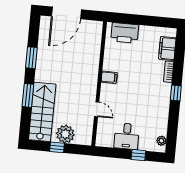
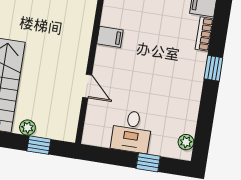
plant: (65, 134) -> (27, 128), width x0.53, depth x0.53
window: (57, 147) -> (39, 145), moved

